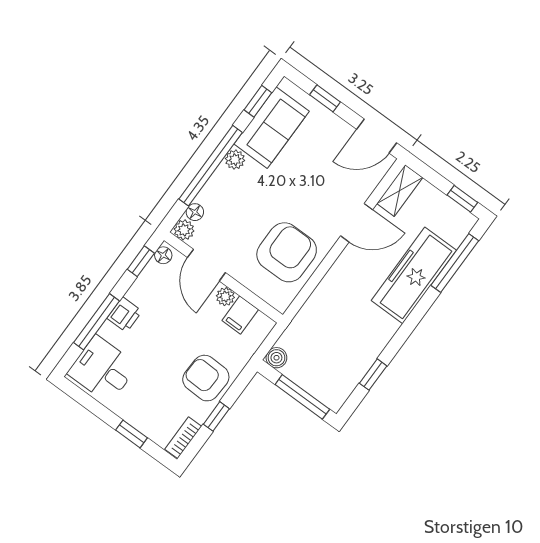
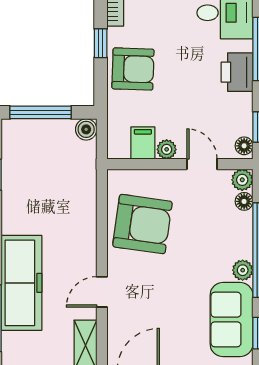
door: (357, 223) -> (102, 292), width x0.73
armchair: (287, 252) -> (142, 224), turned -82
door: (206, 265) -> (202, 164), width x0.73
printer: (124, 315) -> (237, 72), width x1.36, depth x1.24

